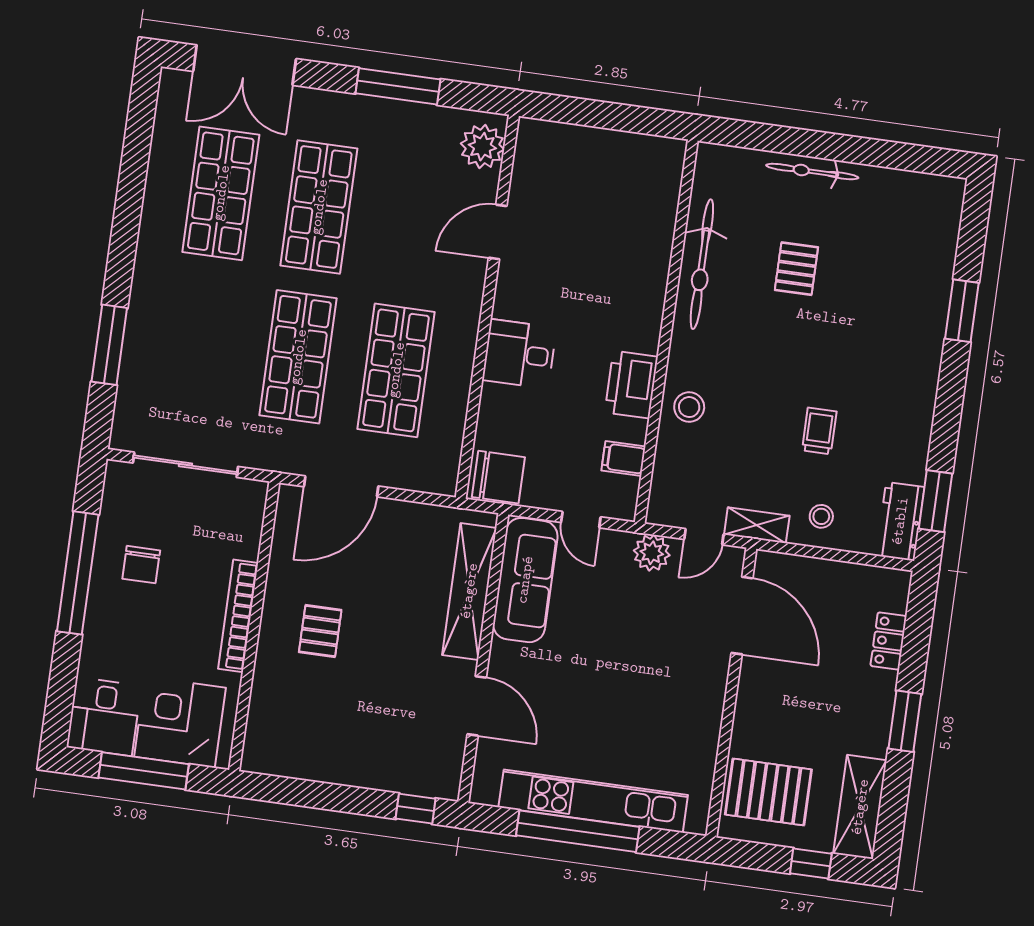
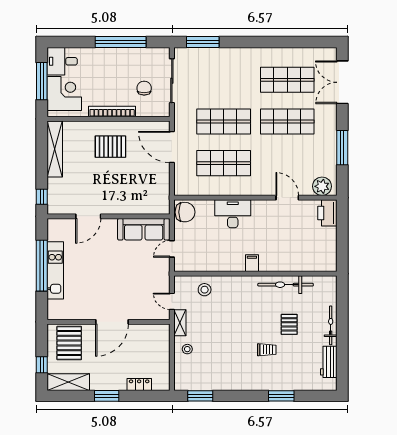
pallet: (796, 269) -> (289, 324), turned 90
window: (109, 345) -> (203, 42), moved
desk: (519, 354) -> (233, 214), width x1.37
printer: (631, 385) -> (327, 213), moved, turned -90
stool: (689, 407) -> (205, 290), moved
trolley: (819, 431) -> (267, 350), moved
filing cabinet: (623, 458) -> (252, 263), moved
chair: (498, 477) -> (185, 212), turned -90
workbench: (900, 521) -> (329, 362), moved, turned -90
plant: (652, 553) -> (162, 280), removed
chair: (141, 565) -> (144, 88), moved, turned 90
shelving: (469, 591) -> (55, 149), moved, turned 90
door: (742, 616) -> (112, 322), moved
pallet: (320, 631) -> (110, 147), width x1.50, depth x1.42
kitchen unit: (593, 801) -> (55, 270), width x0.73

